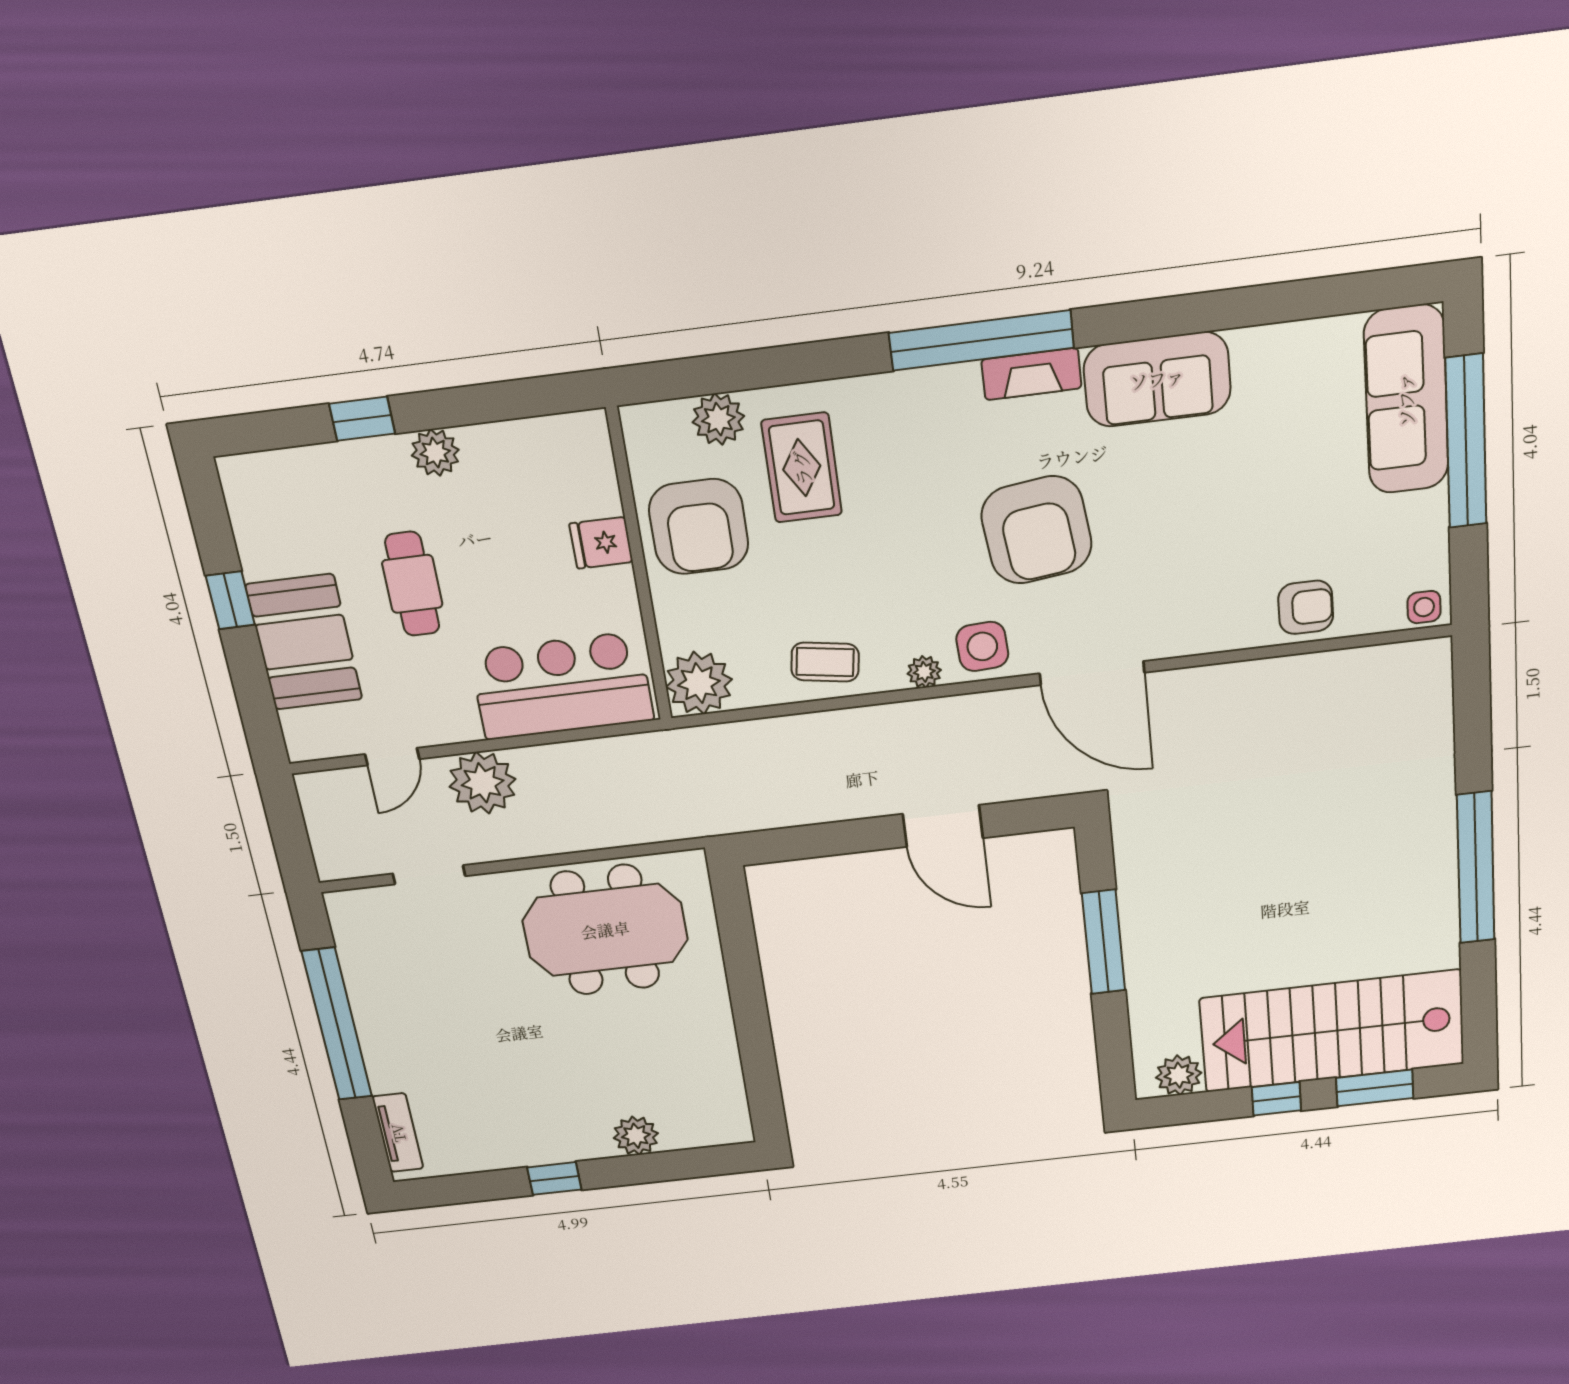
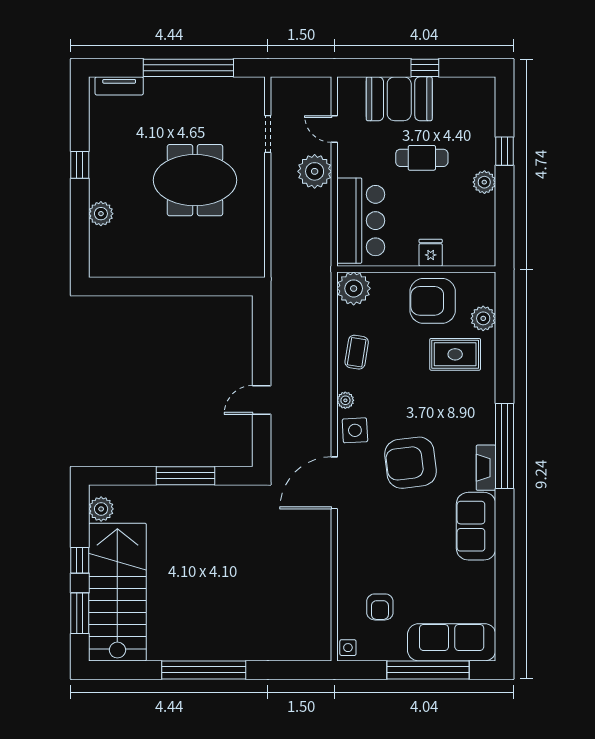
armchair: (1306, 607) -> (380, 607), moved
door: (943, 826) -> (262, 400), width x0.73
meeting table: (605, 930) -> (195, 180), moved, turned 90

